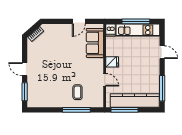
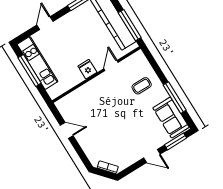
dishwasher: (111, 30) -> (55, 91), removed
sofa: (95, 43) -> (171, 118), moved, turned 90
door: (25, 69) -> (152, 156), hinge flipped
window: (76, 110) -> (175, 98), moved

